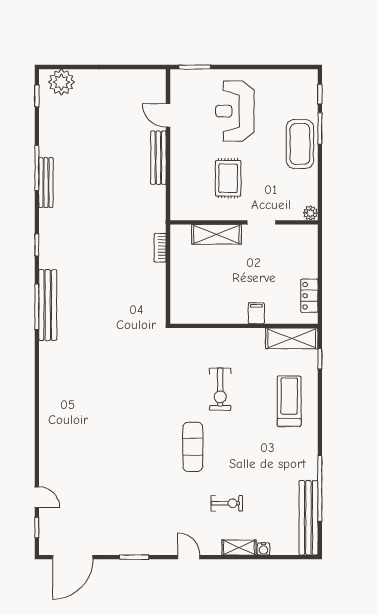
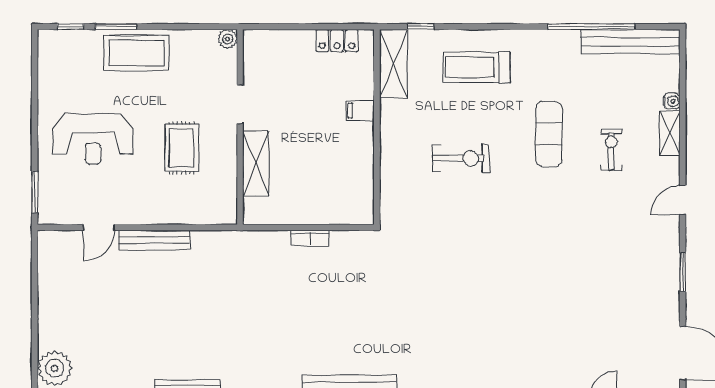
rug: (228, 178) -> (182, 148), turned 90
bookcase: (160, 248) -> (310, 238), moved
exercise mat: (193, 447) -> (549, 134), moved, turned 90

